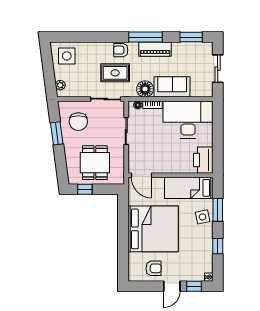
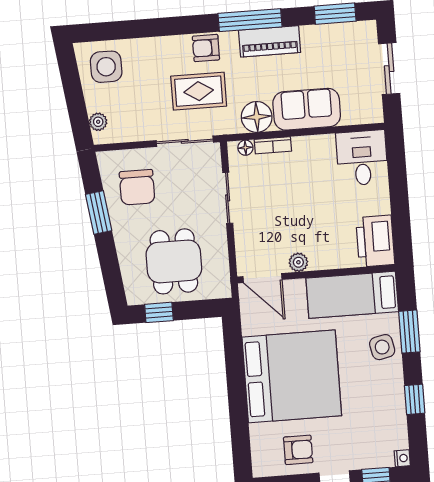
desk: (188, 119) -> (362, 158), width x0.53, depth x0.77
plant: (161, 168) -> (298, 262), added

